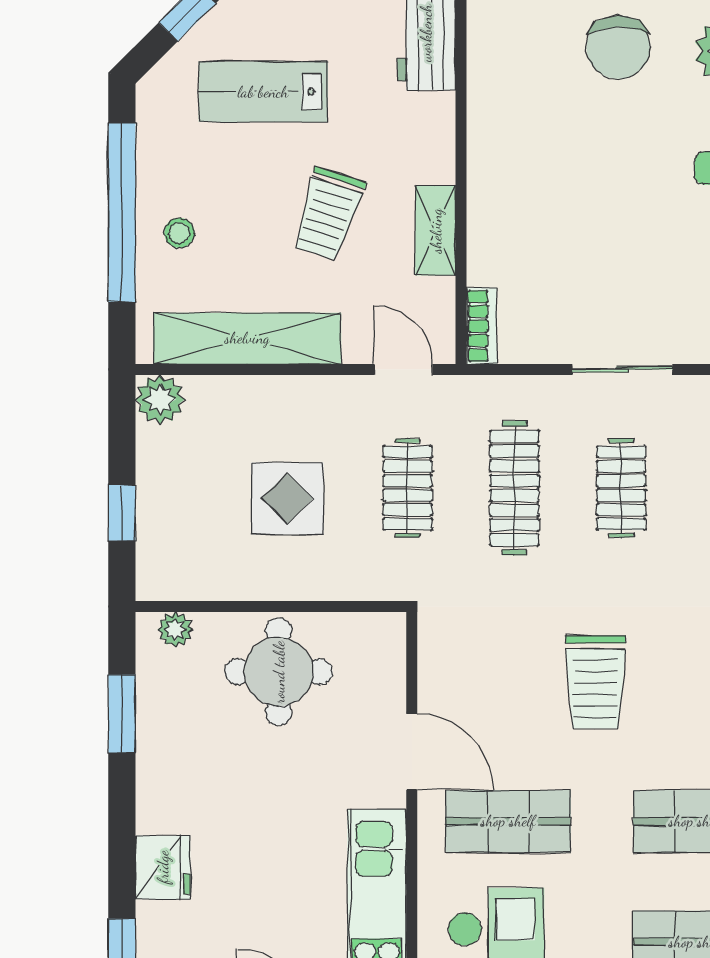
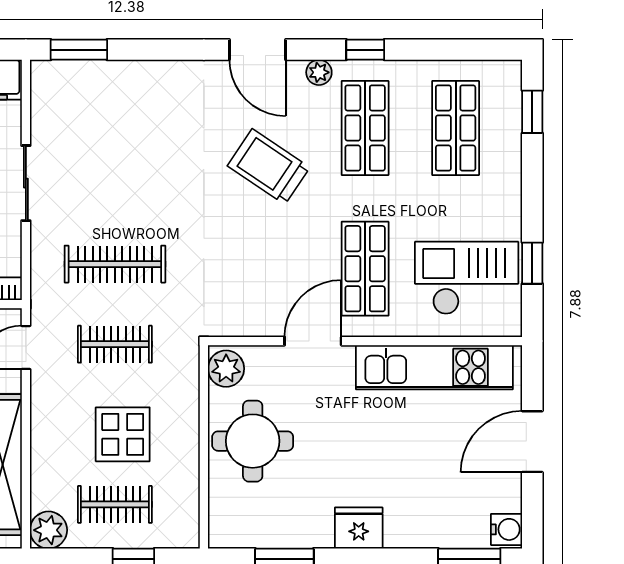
clothes rail: (621, 488) -> (115, 504), moved
plant: (175, 630) -> (226, 369), moved, width x1.38, depth x1.38
trolley: (596, 682) -> (269, 167), moved, turned -146
fridge: (163, 867) -> (359, 528), moved

